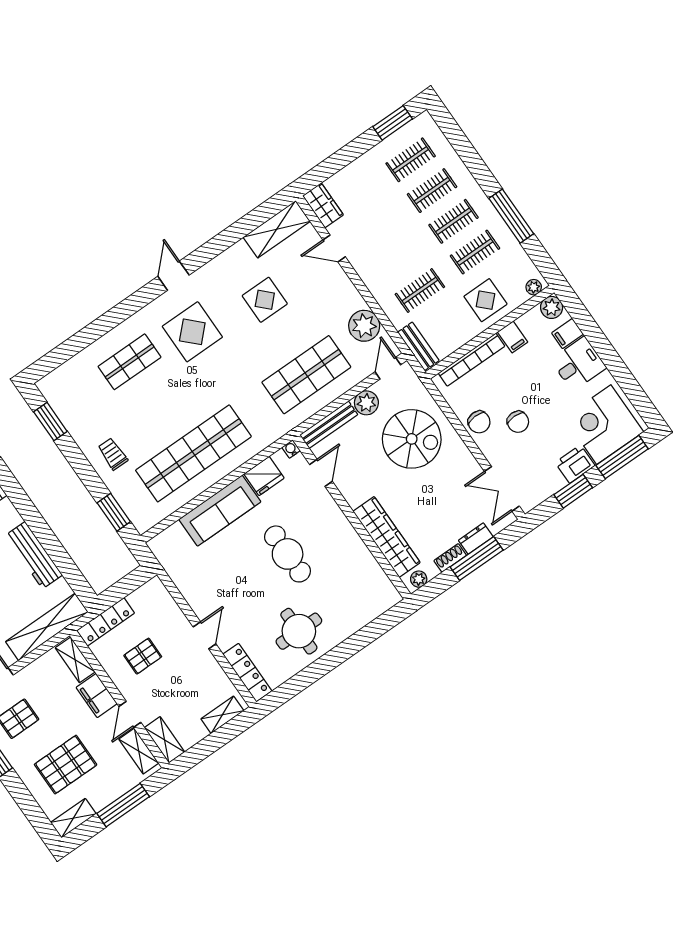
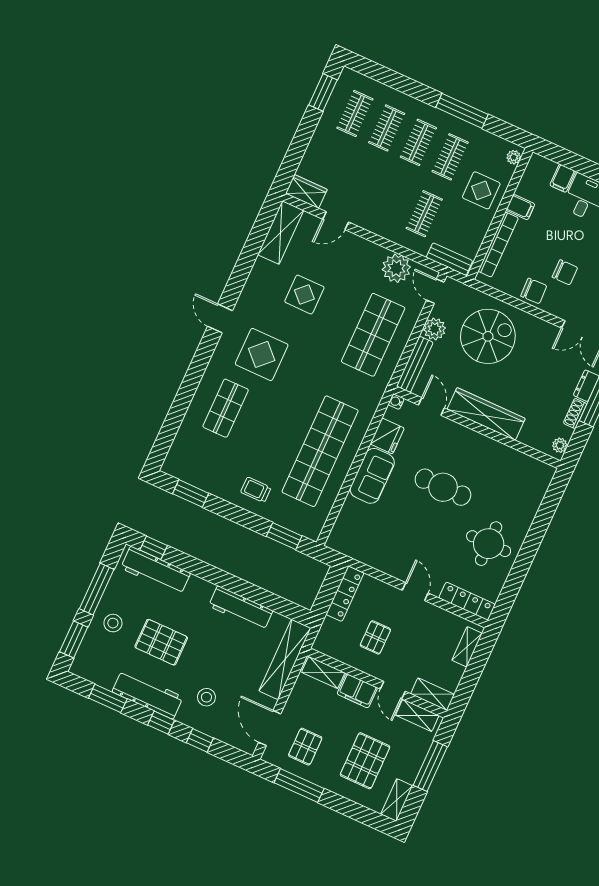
plant: (552, 307) -> (538, 165), removed
sofa: (220, 511) -> (372, 476), width x0.73
wardrobe: (387, 537) -> (486, 414), moved
locker: (106, 622) -> (345, 594), moved

